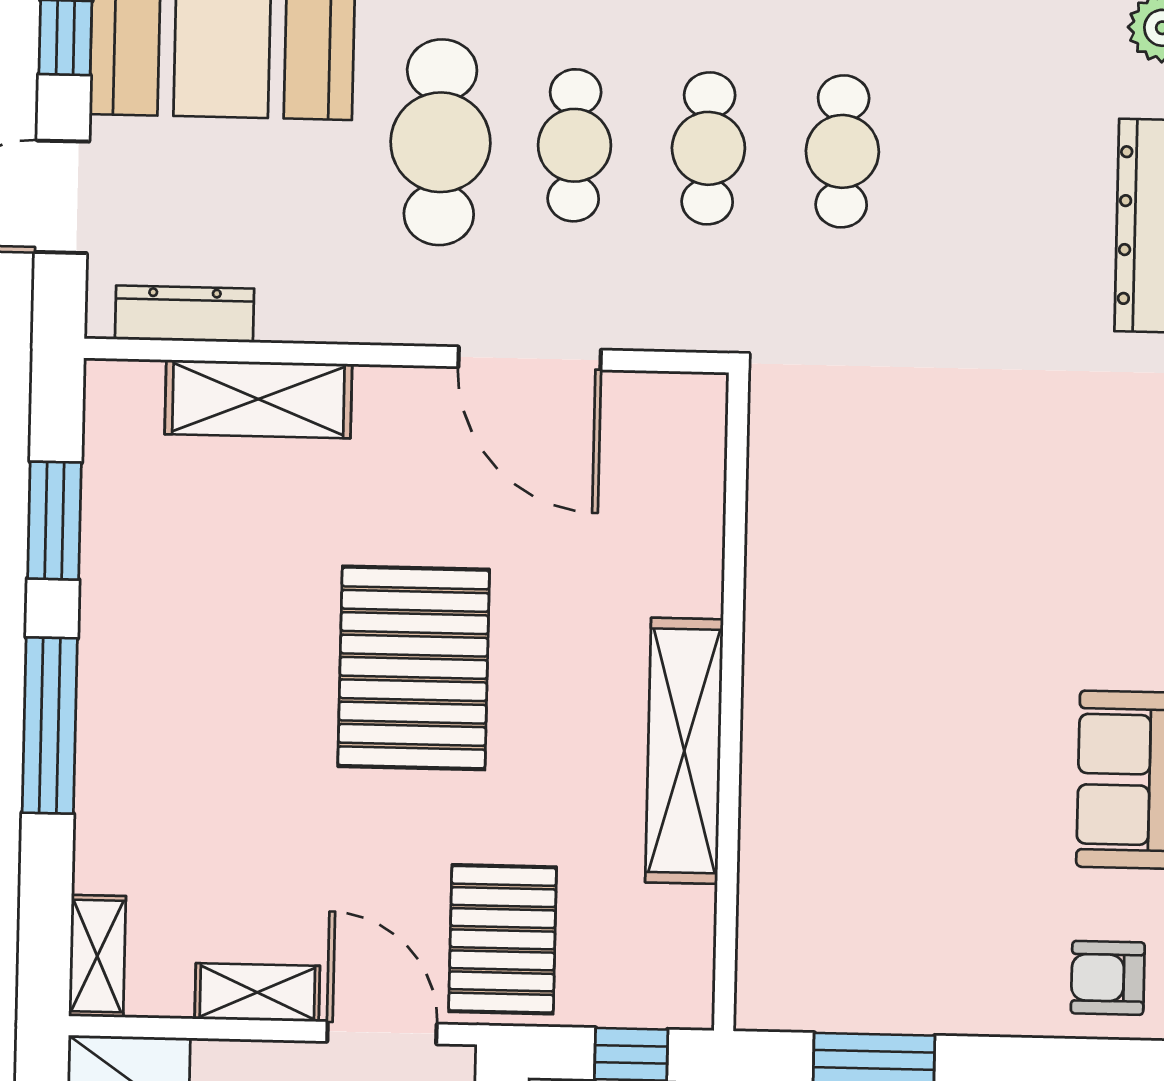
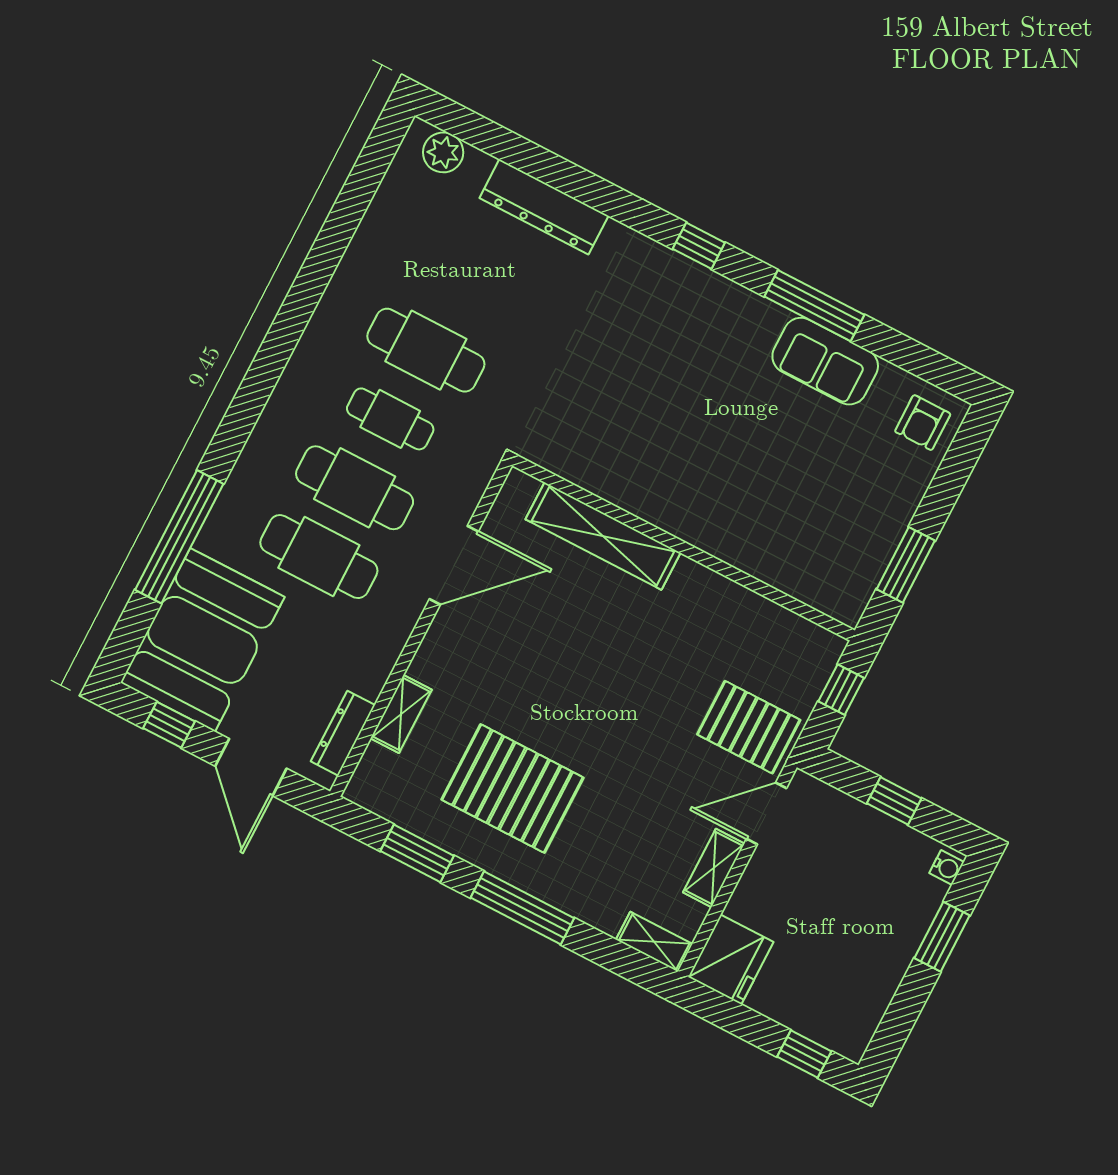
cafe table: (574, 145) -> (355, 488), width x1.37, depth x1.35
cafe table: (842, 151) -> (426, 350), width x1.37, depth x1.35
shelving: (258, 399) -> (401, 714), width x0.67, depth x0.75
pallet: (414, 668) -> (512, 789), moved
shelving: (684, 751) -> (603, 536), moved

